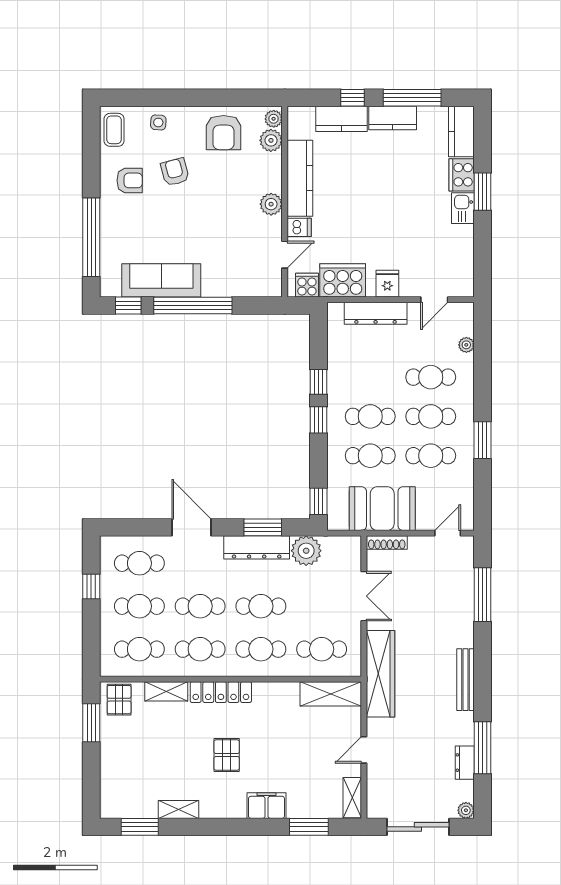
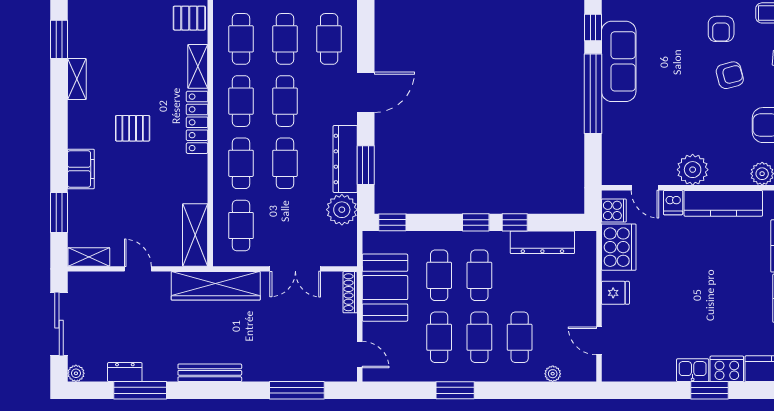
plant: (271, 204) -> (693, 170), width x1.36, depth x1.36
dresser: (376, 313) -> (542, 242), moved, turned -90

